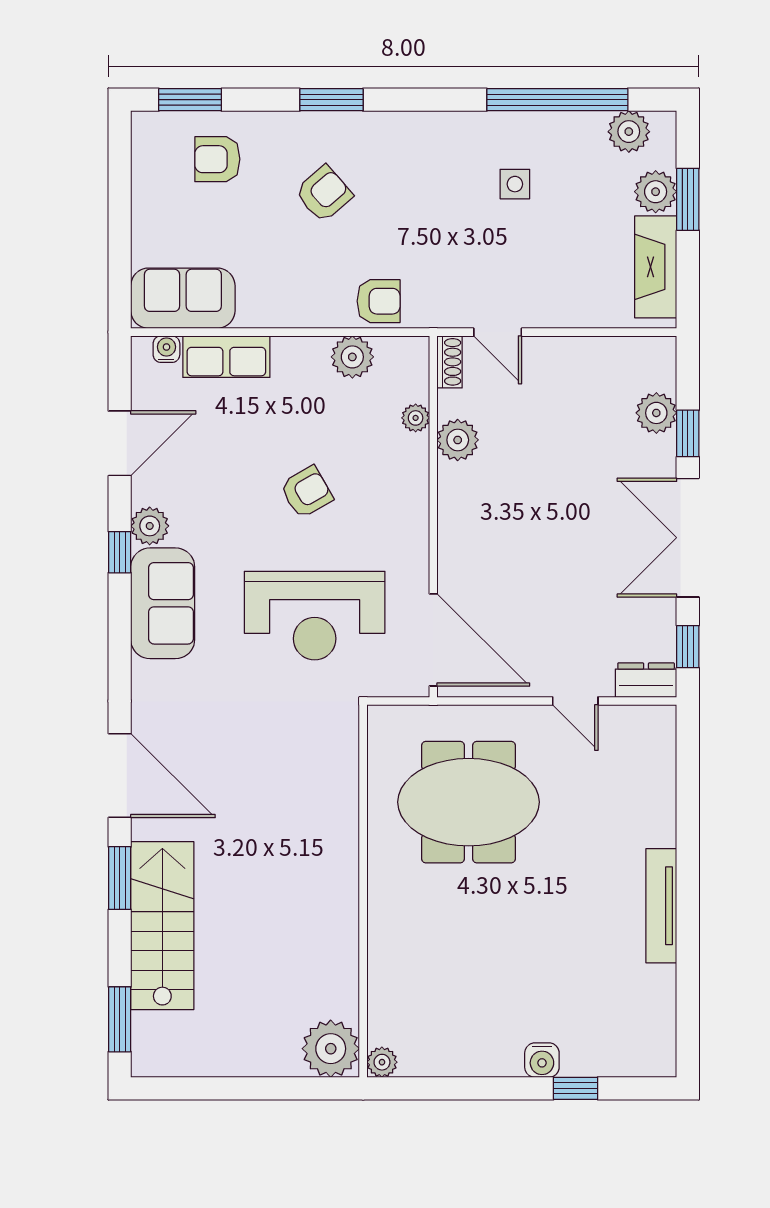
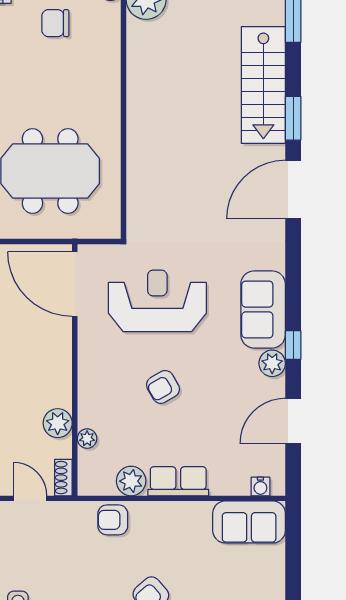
row of seats: (226, 357) -> (178, 481), moved
door: (120, 775) -> (293, 190), hinge flipped
chair: (461, 1015) -> (55, 23), added

